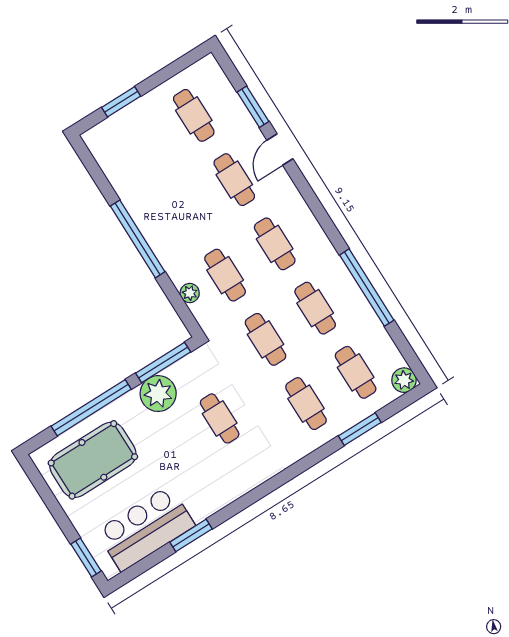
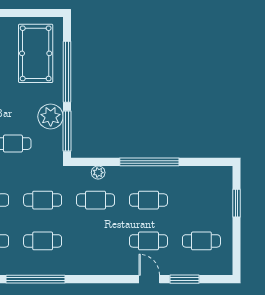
cafe table: (275, 244) -> (148, 200), moved

